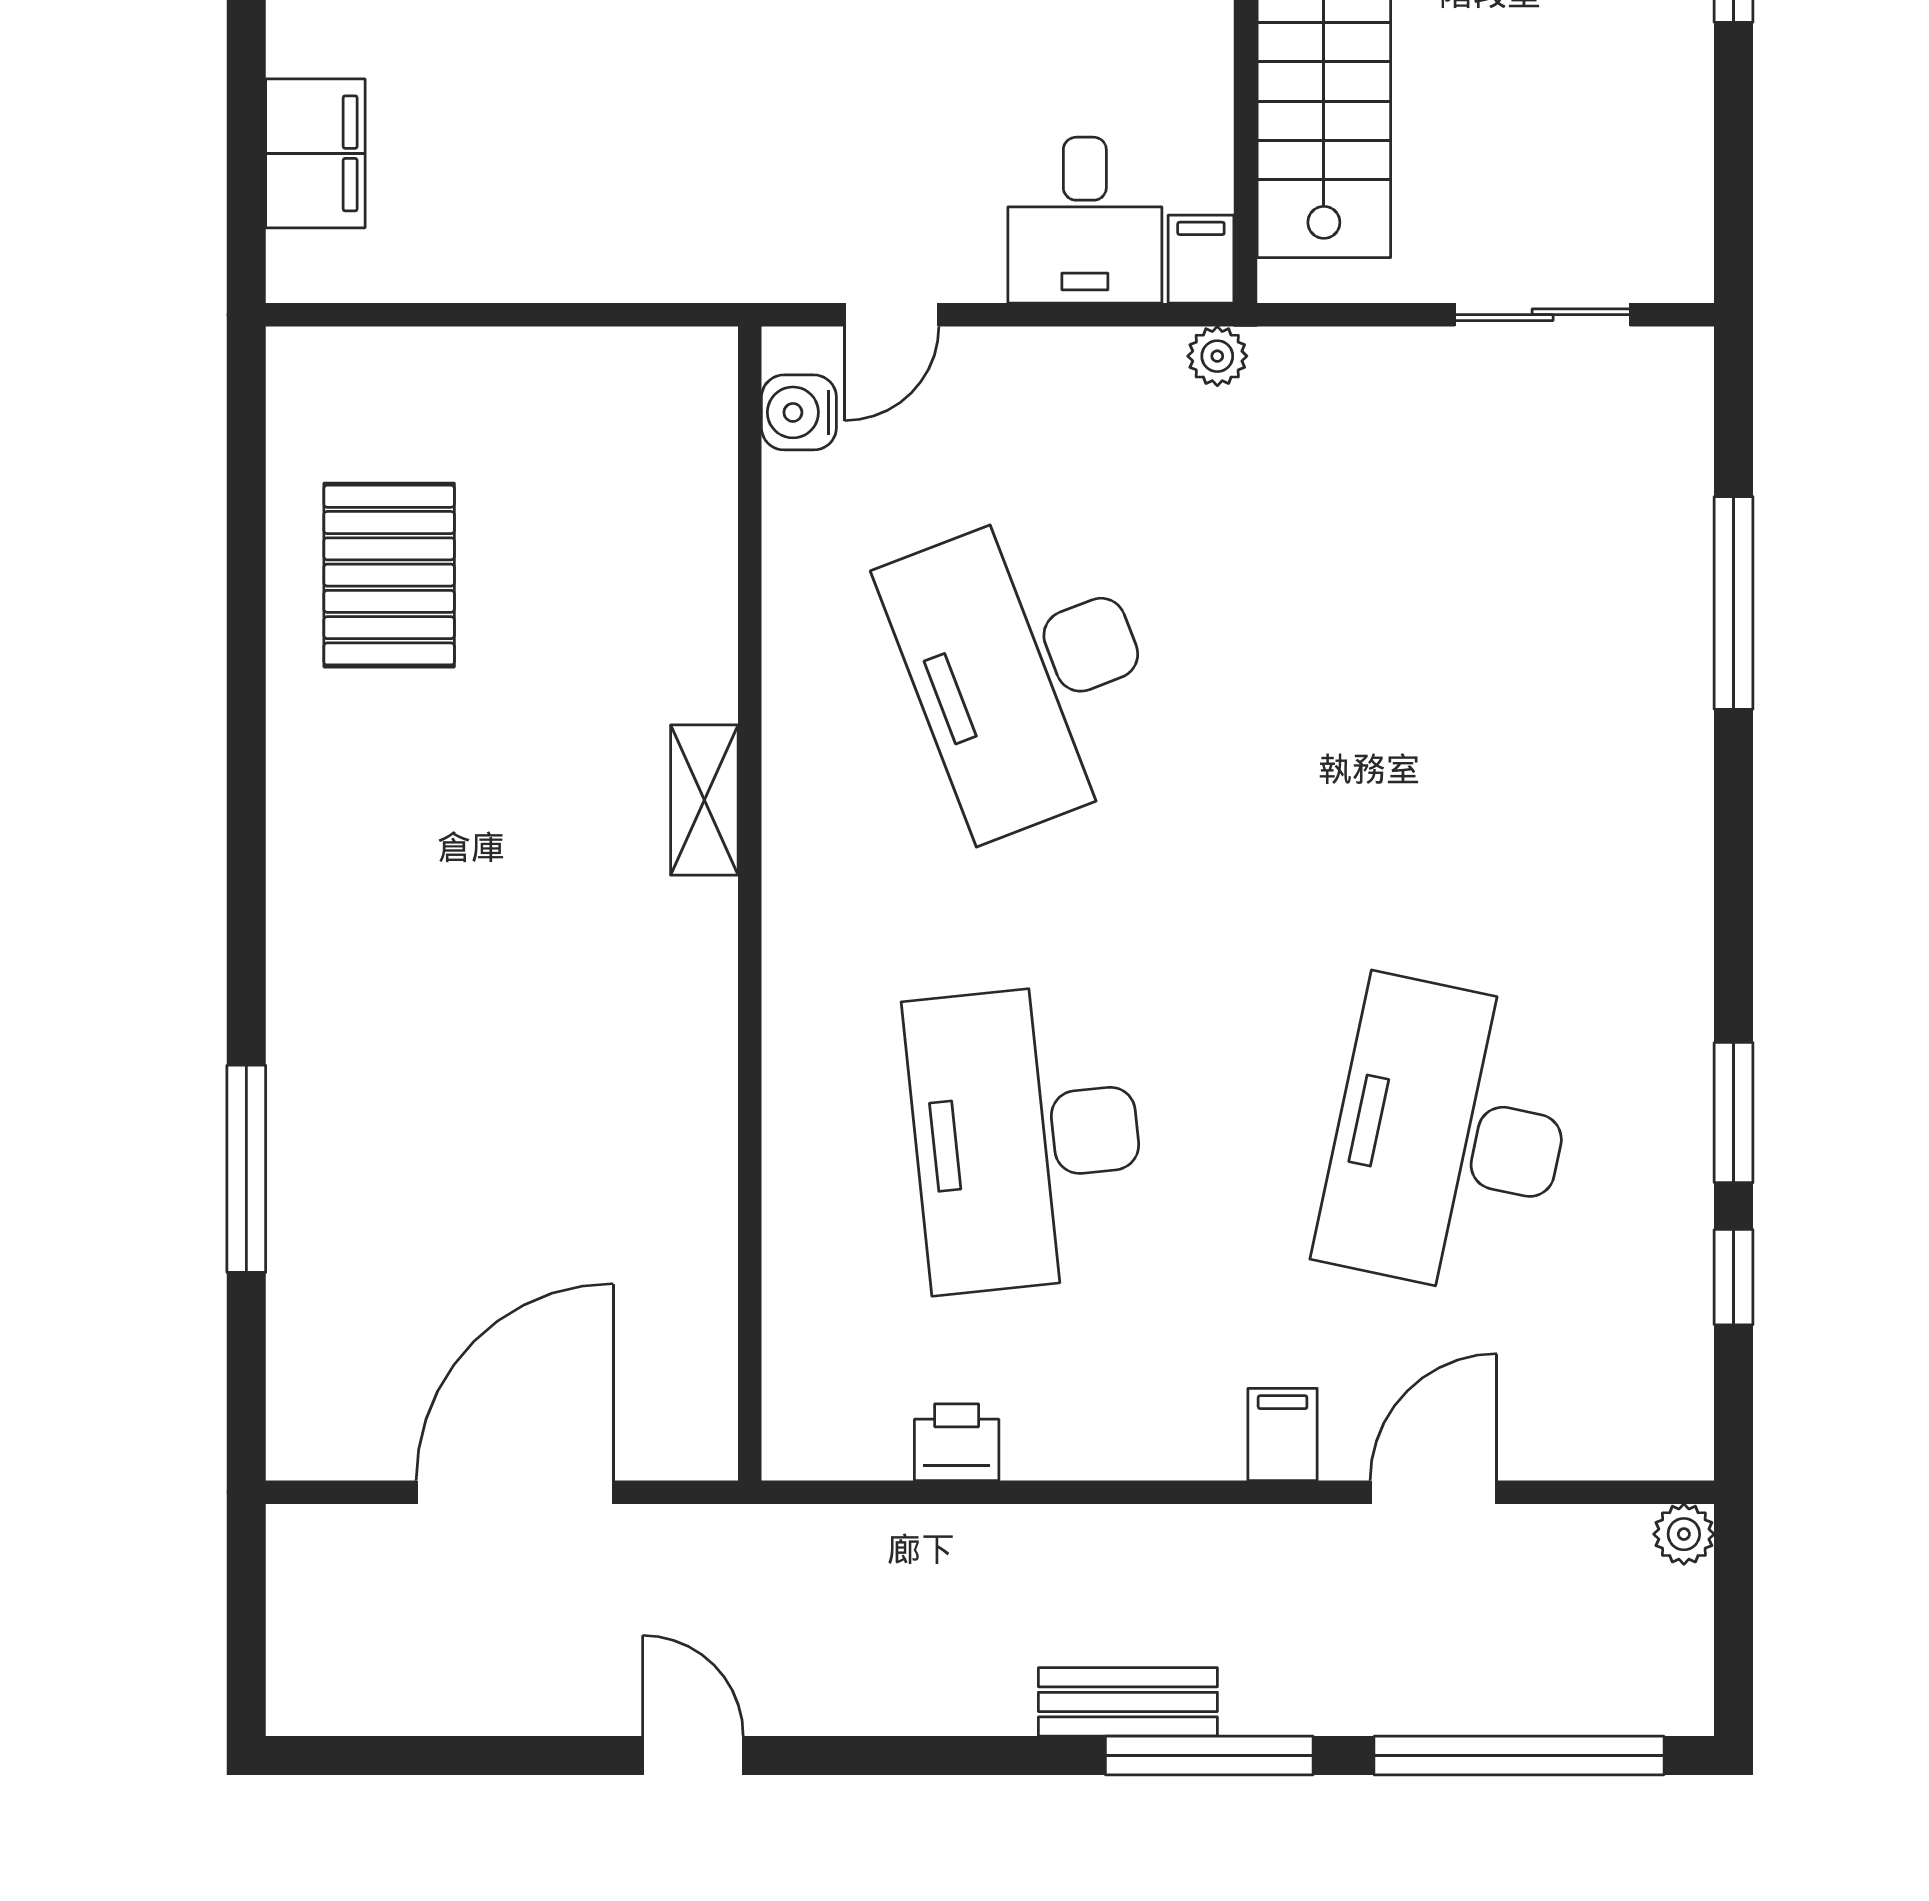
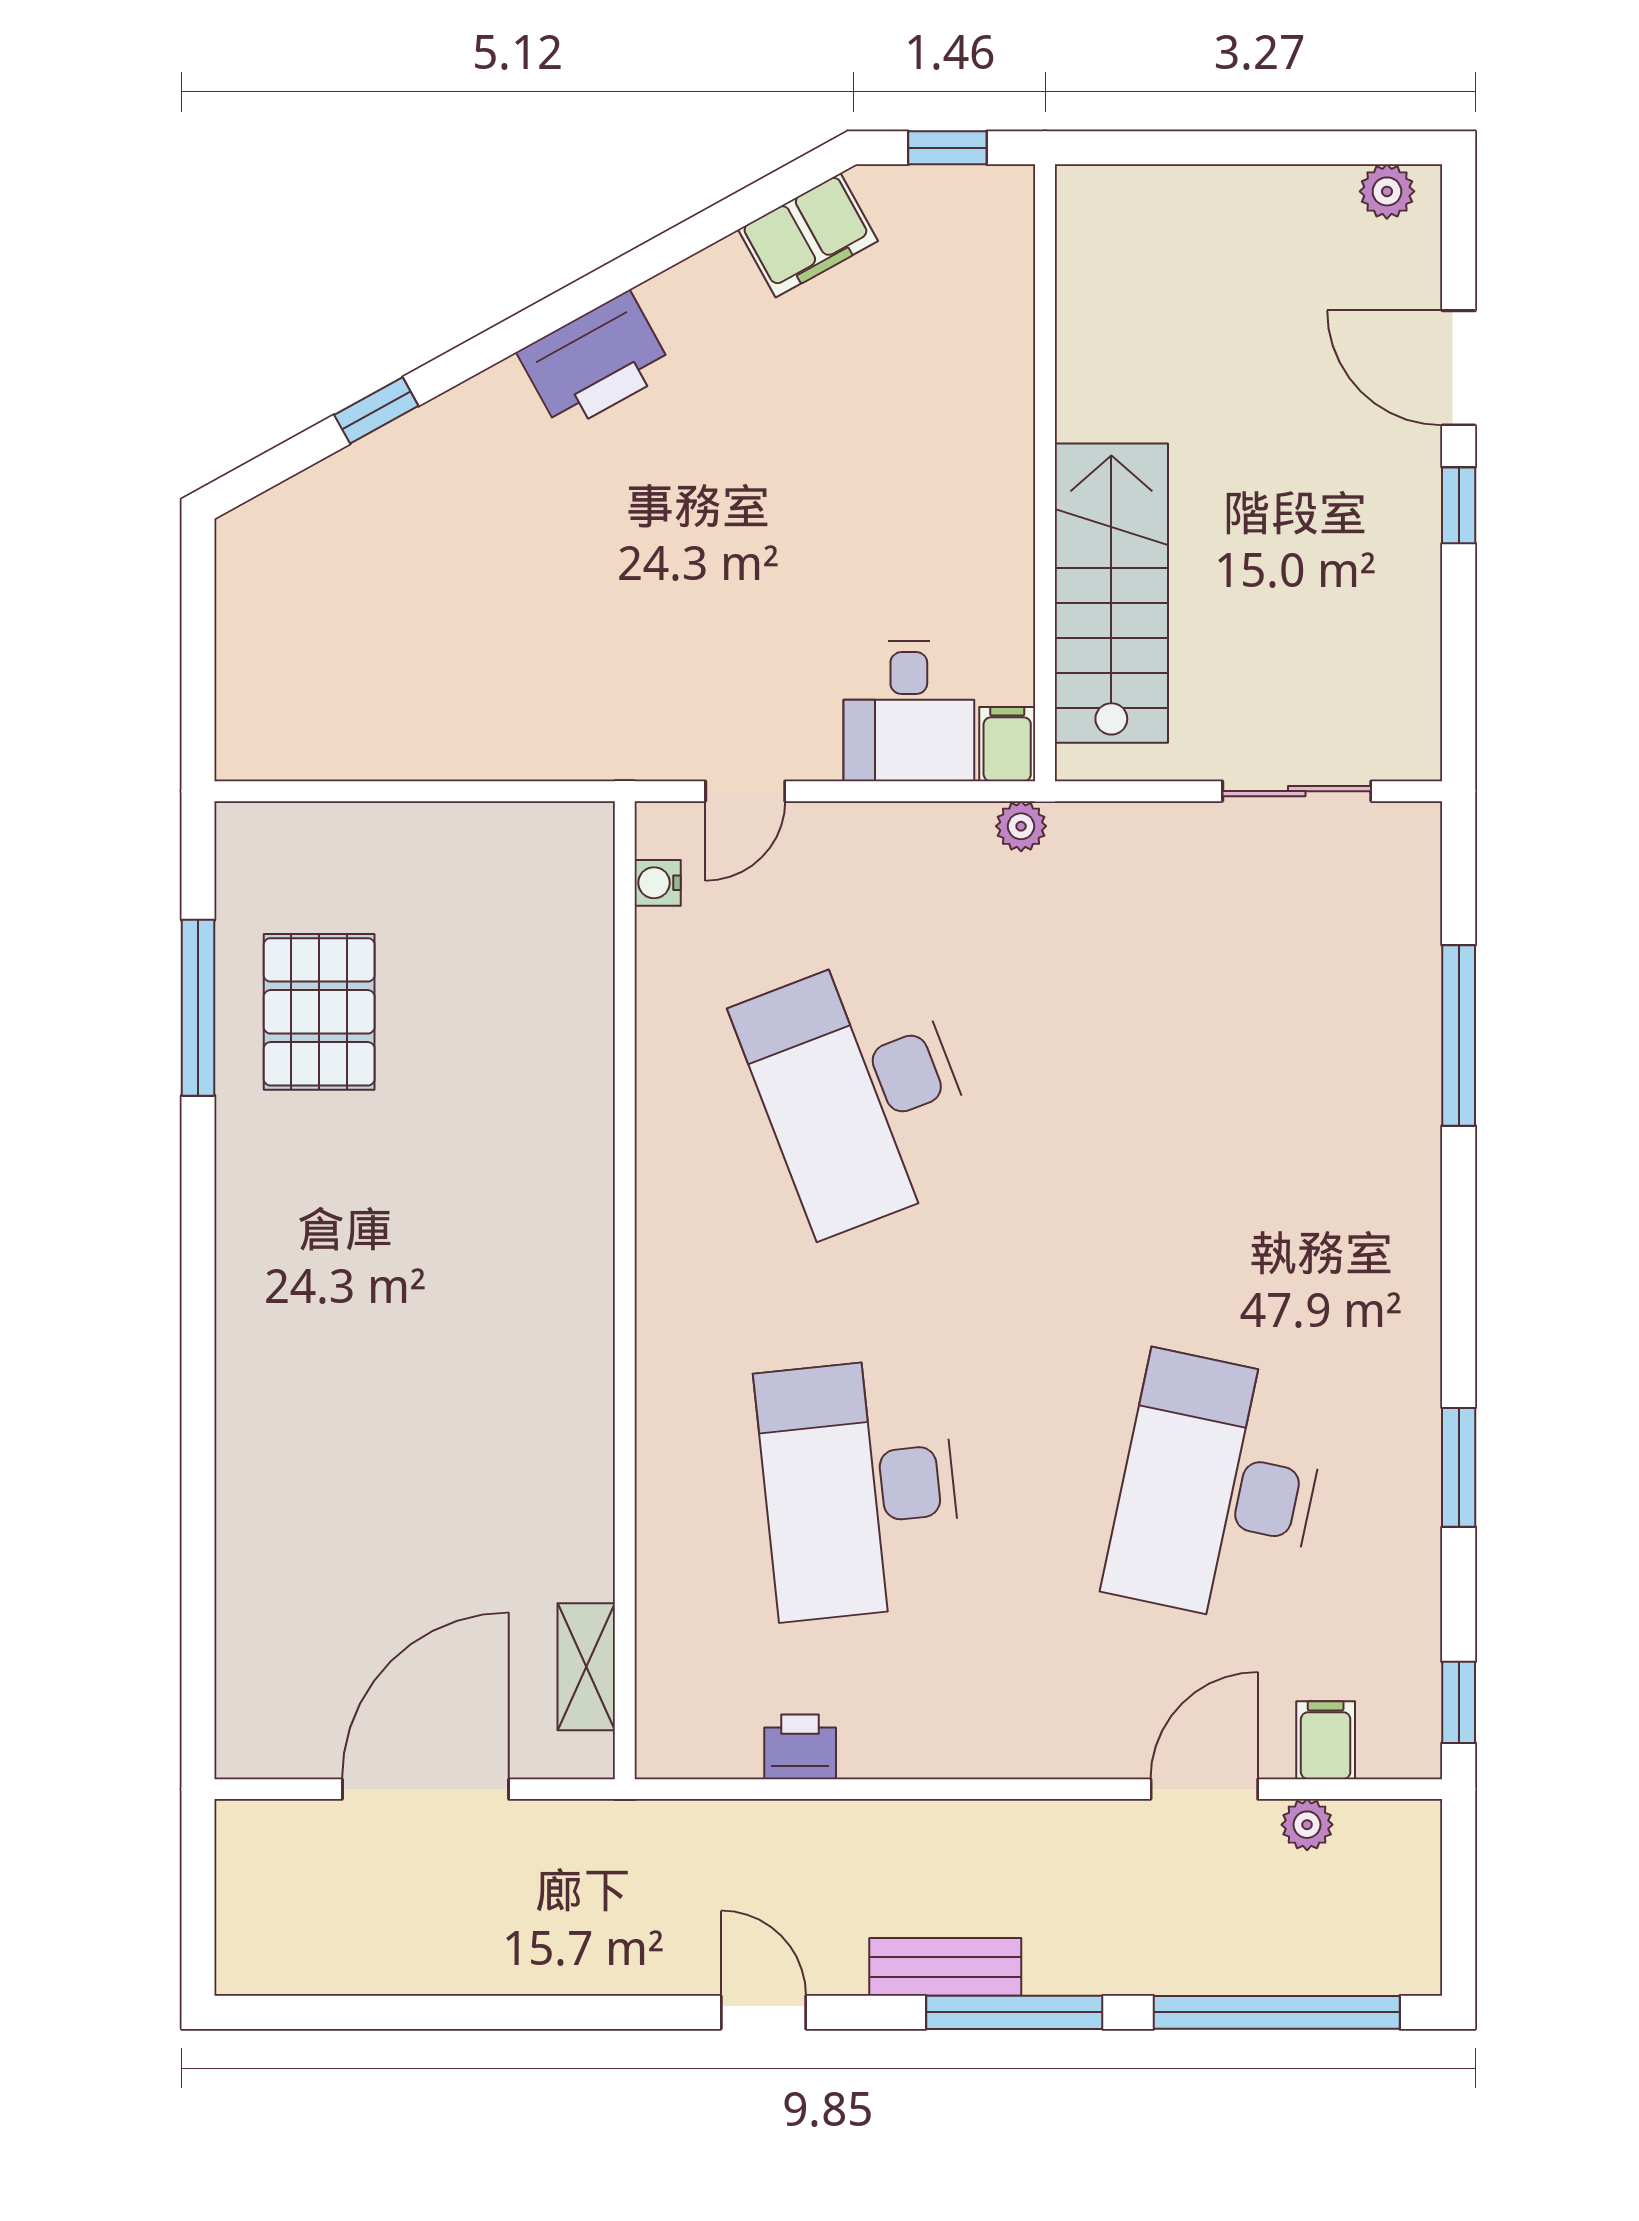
filing cabinet: (315, 153) -> (257, 654), removed
water cooler: (799, 412) -> (658, 883), width x0.72, depth x0.72
shelving: (704, 800) -> (586, 1667), moved
window: (246, 1169) -> (198, 1008), moved
window: (1734, 1277) -> (1459, 1702), moved
filing cabinet: (1283, 1434) -> (1326, 1740), moved
plant: (1684, 1534) -> (1307, 1825), moved
door: (693, 1755) -> (763, 2012), moved

